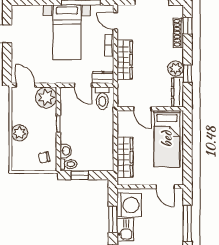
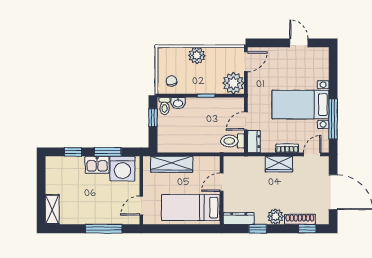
wardrobe: (125, 60) -> (279, 164), width x0.67
plant: (176, 68) -> (275, 216), moved

